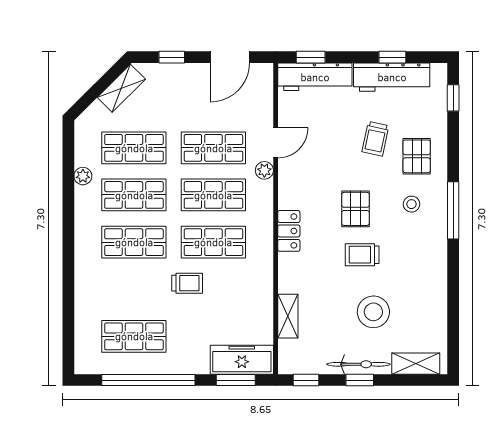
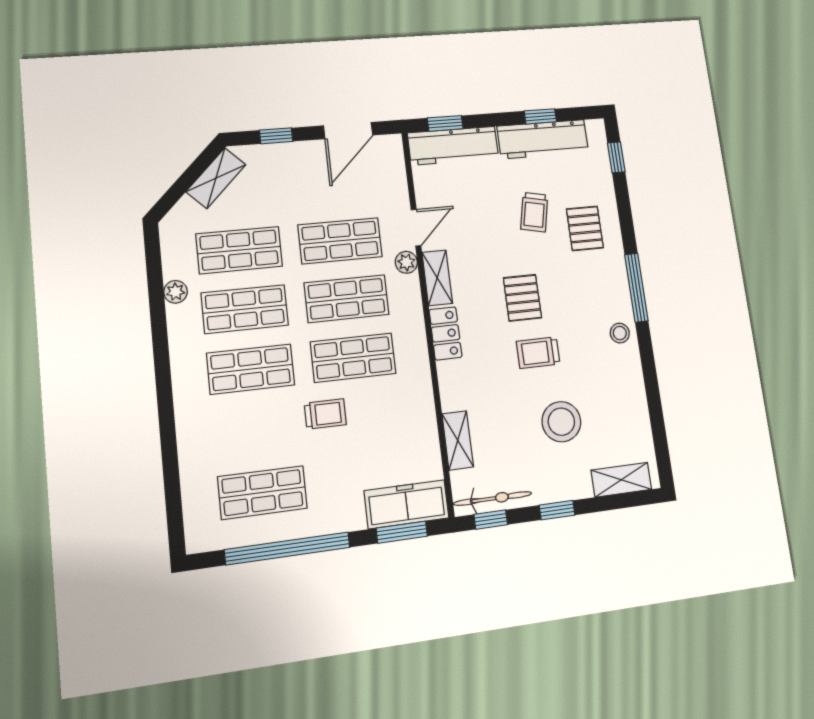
shelving: (288, 186) -> (437, 278), added
stool: (411, 204) -> (620, 333), moved
bicycle: (358, 364) -> (492, 499), moved

